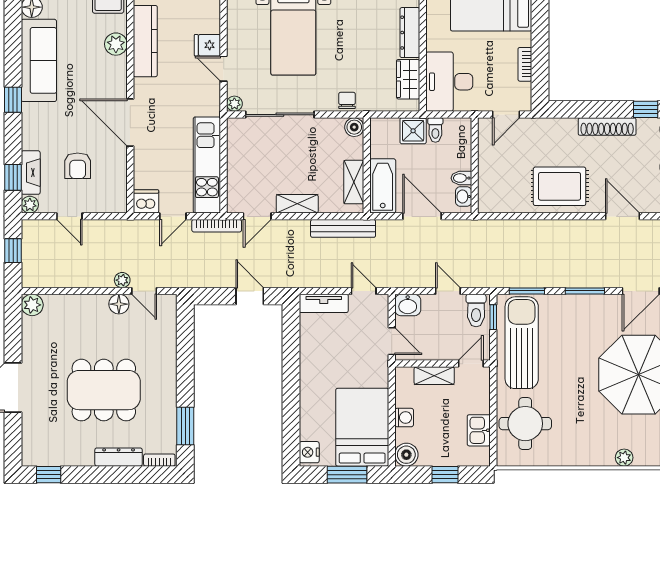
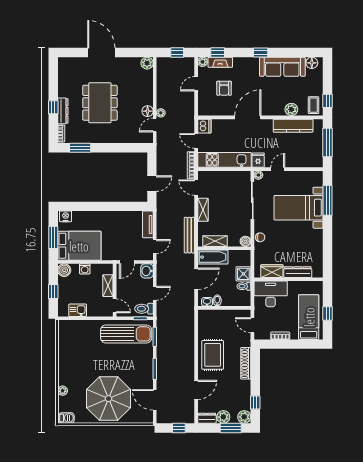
fridge: (207, 45) -> (258, 160), moved
shoe rack: (607, 127) -> (246, 363), moved
armchair: (78, 166) -> (224, 88), turned -90
round table: (525, 424) -> (81, 336), removed
window: (49, 475) -> (53, 107), moved

